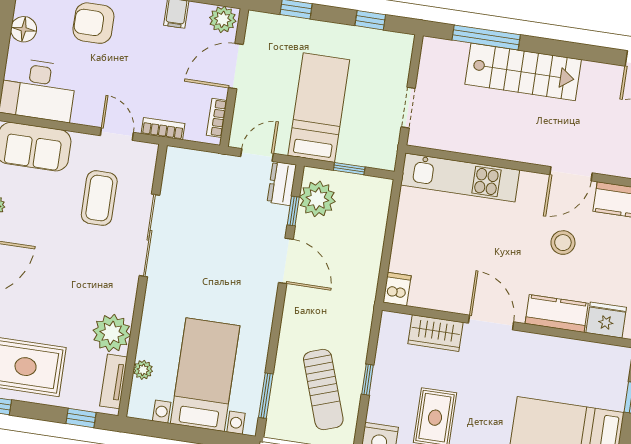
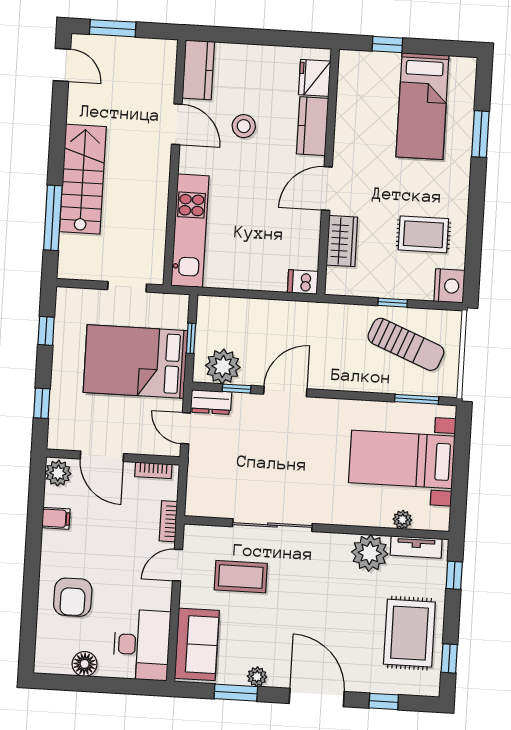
bed: (319, 108) -> (135, 362), width x1.50
sun lounger: (323, 390) -> (406, 344), turned 41

